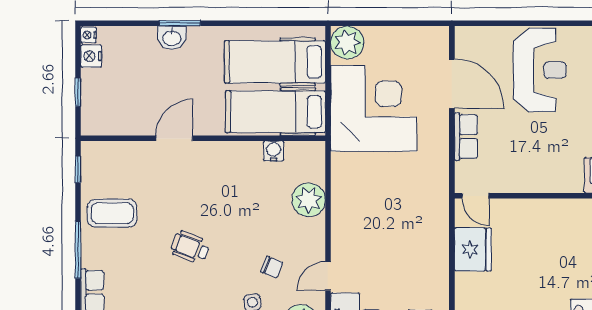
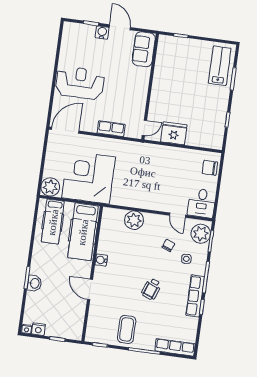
hospital bed: (275, 62) -> (53, 222), width x0.73, depth x0.78
door: (452, 84) -> (65, 130), moved
water cooler: (274, 151) -> (101, 260), moved

